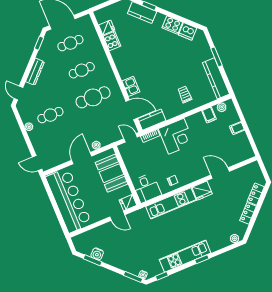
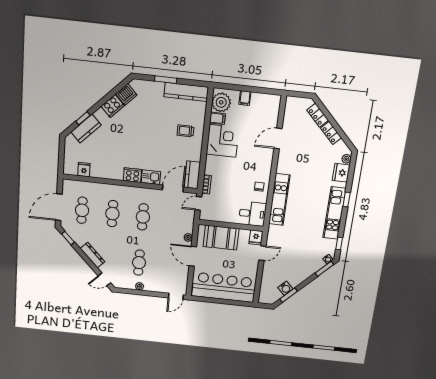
cooker: (112, 41) -> (132, 175), moved
cafe table: (93, 97) -> (143, 217), width x0.73, depth x0.74
plant: (222, 107) -> (221, 102), width x1.88, depth x1.88
corner desk: (176, 136) -> (223, 141), moved
fridge: (202, 191) -> (341, 173), moved, turned 180

